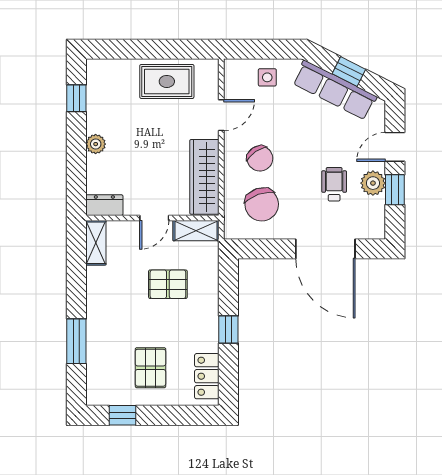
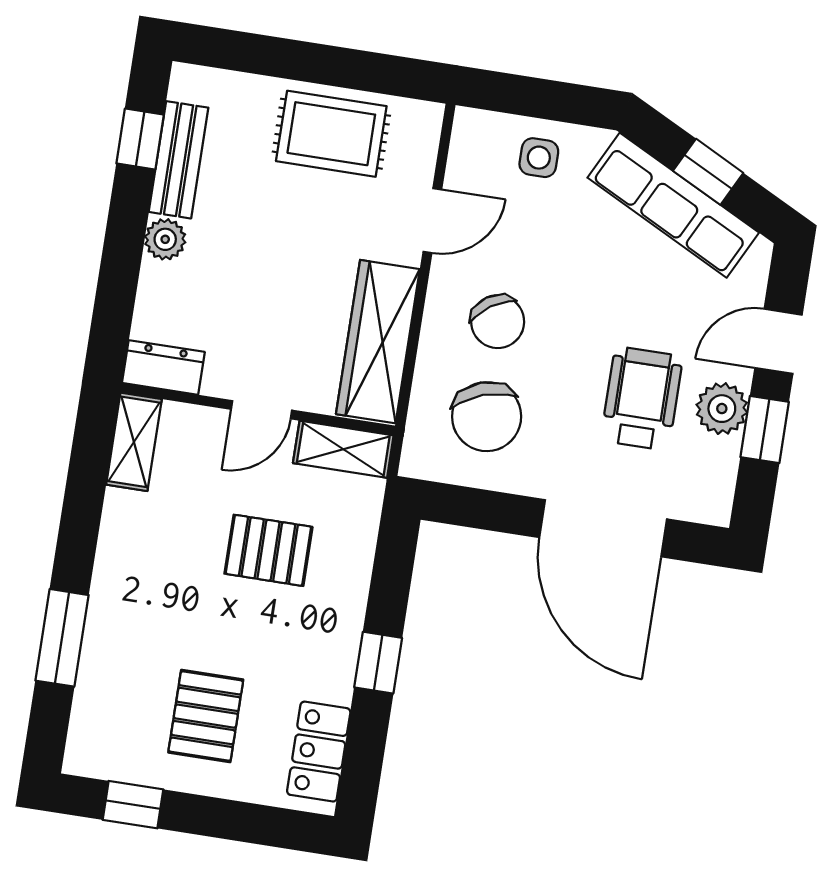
bench: (96, 105) -> (179, 160), added
wheelchair: (334, 184) -> (642, 398), width x1.36, depth x1.37

